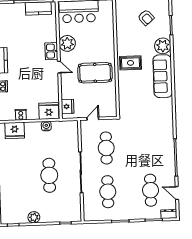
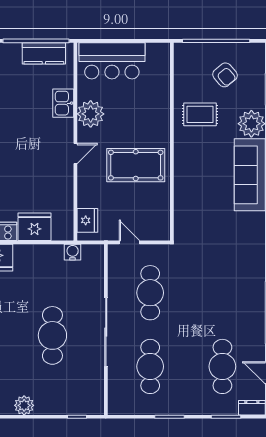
kitchen sink: (51, 51) -> (63, 103), moved
rug: (130, 63) -> (200, 114), moved
door: (59, 67) -> (75, 154), hinge flipped
fridge: (49, 111) -> (34, 227), moved
door: (93, 119) -> (129, 242), hinge flipped
water cooler: (46, 126) -> (73, 252), moved

